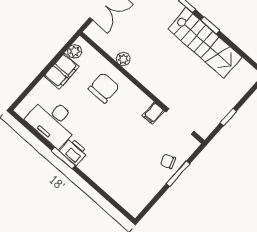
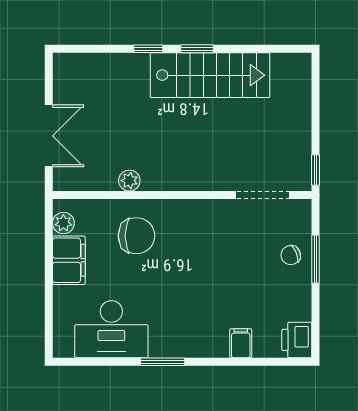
chair: (104, 88) -> (136, 236), turned 90
filing cabinet: (153, 113) -> (241, 343), moved, turned 180
window: (228, 117) -> (316, 170), moved
printer: (74, 152) -> (297, 340), moved, turned -90

